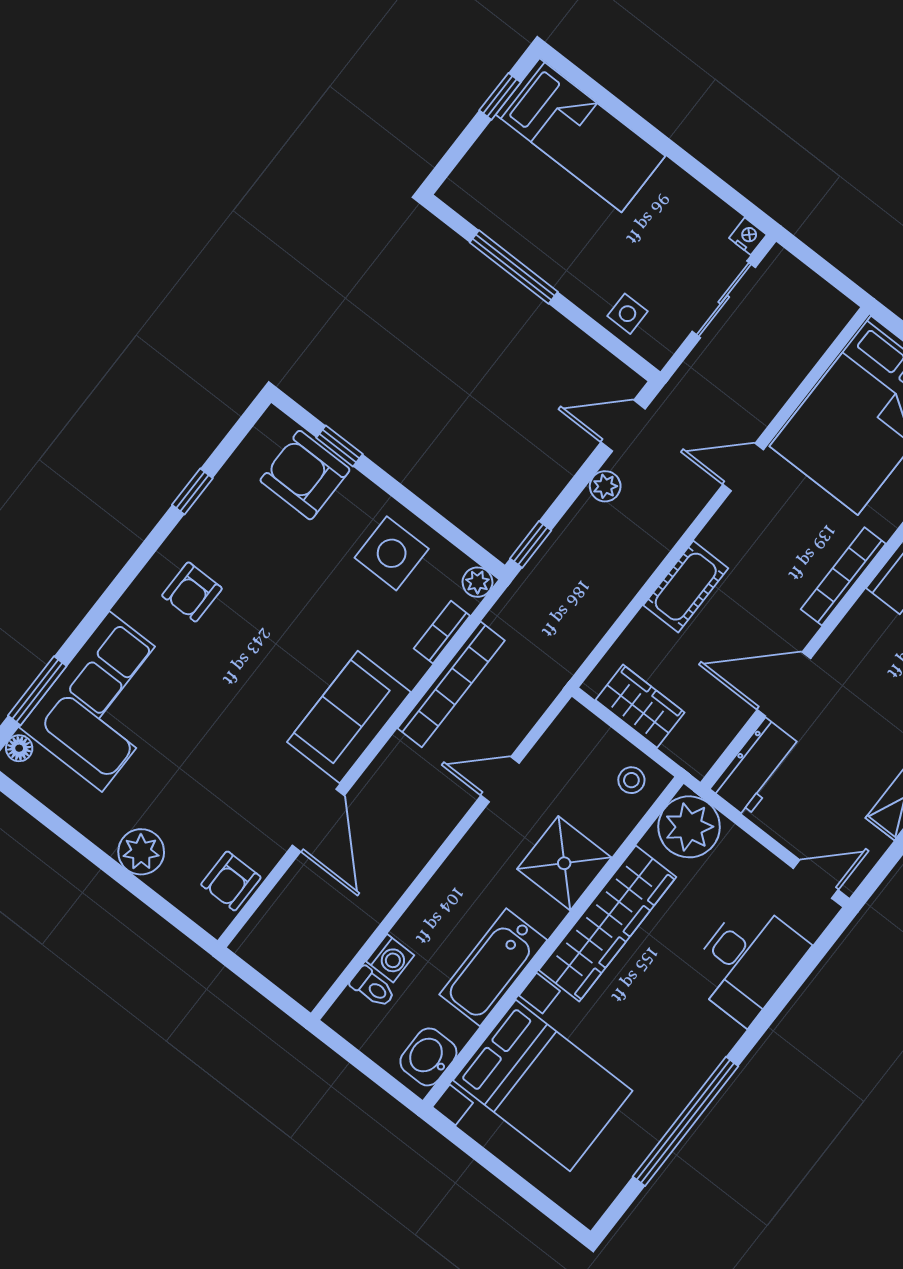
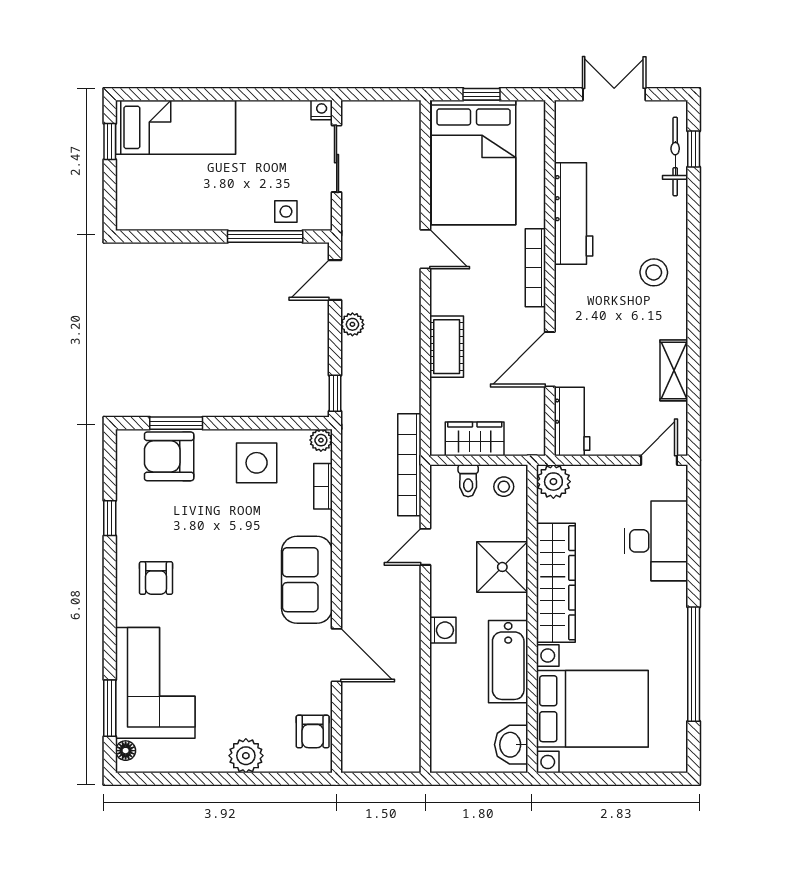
window: (514, 267) -> (265, 236), moved
window: (339, 446) -> (176, 423), width x1.50
door: (743, 467) -> (425, 249), swing flipped
bookcase: (451, 684) -> (409, 465), moved, turned 180
plant: (689, 827) -> (553, 482), width x0.73, depth x0.73
washing machine: (390, 958) -> (443, 630), moved
toilet: (373, 987) -> (468, 481), moved, turned 90

